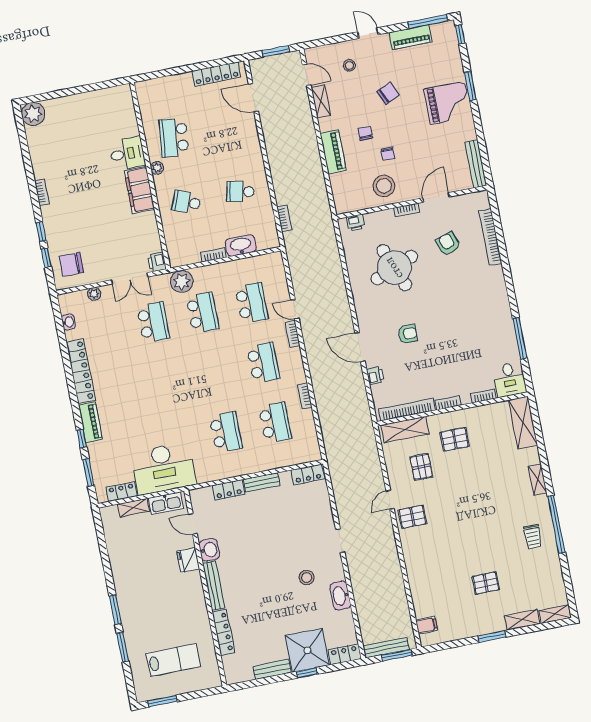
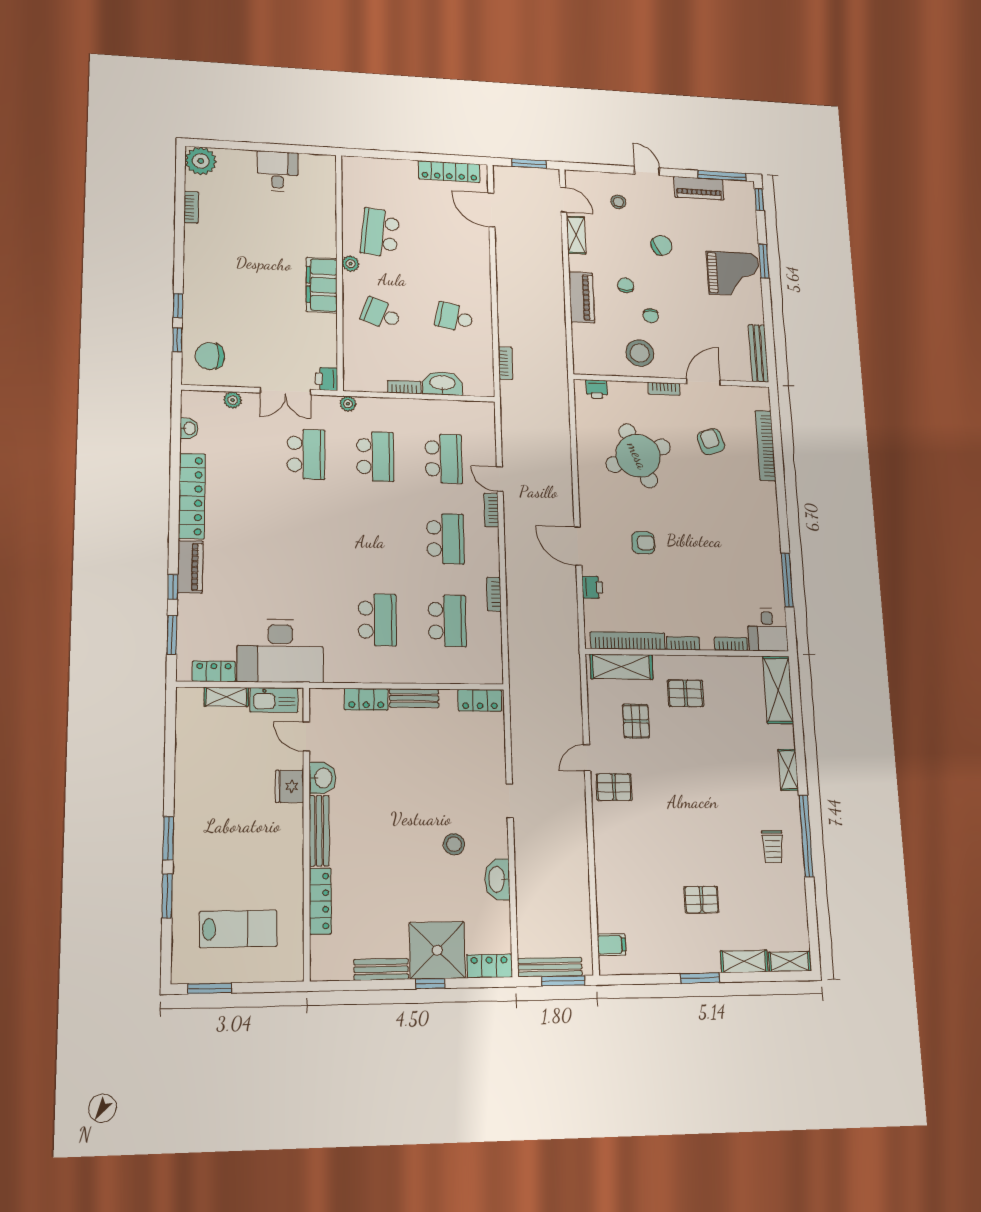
desk: (127, 154) -> (278, 171), moved, turned -90
bookcase: (42, 192) -> (191, 207), moved
plant: (182, 281) -> (348, 404), width x0.53, depth x0.53

